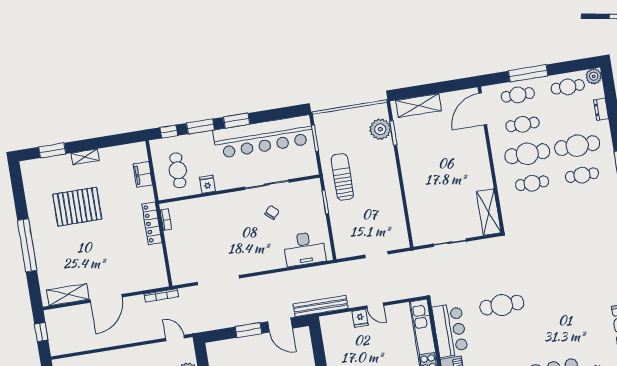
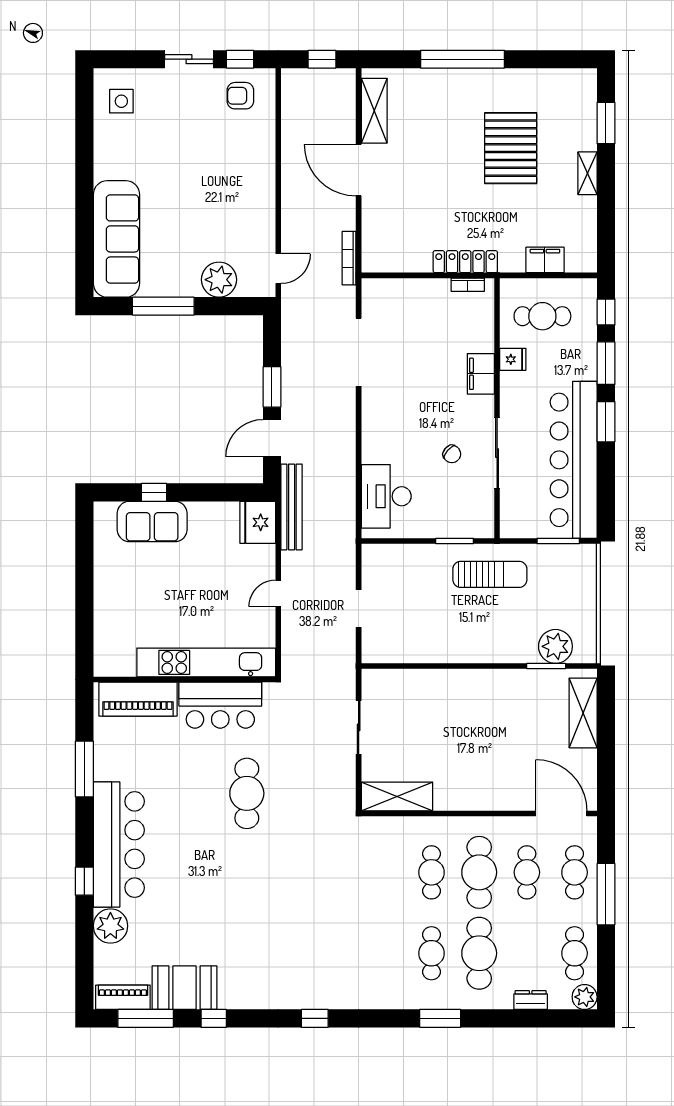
filing cabinet: (219, 203) -> (481, 374), added
fridge: (360, 318) -> (258, 522), moved, width x1.88, depth x1.34

